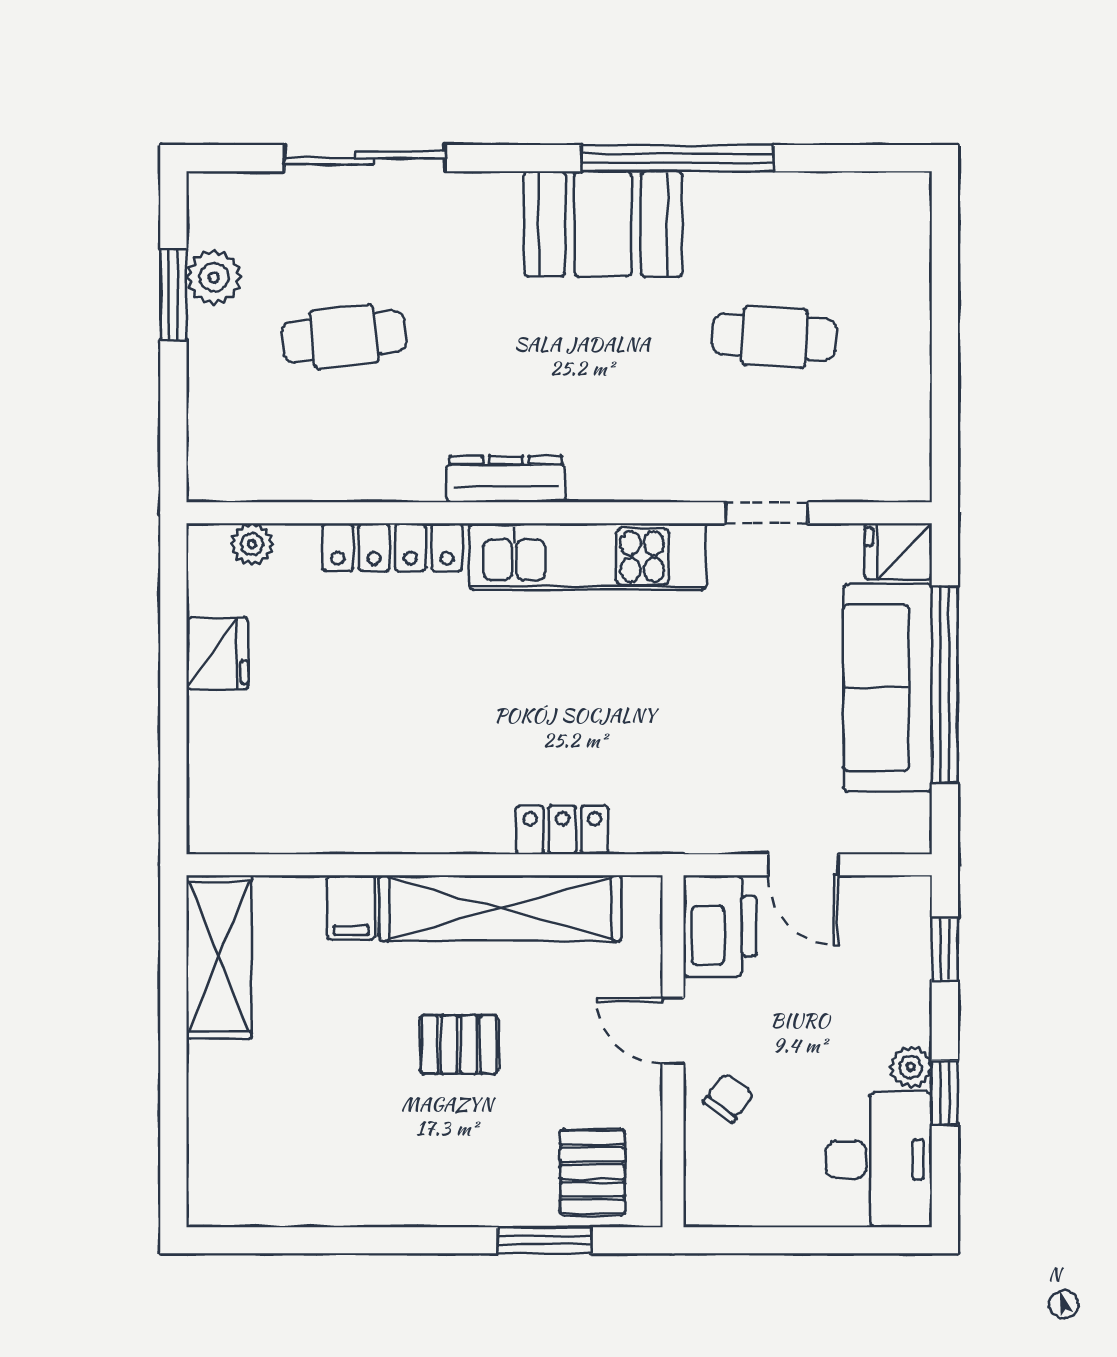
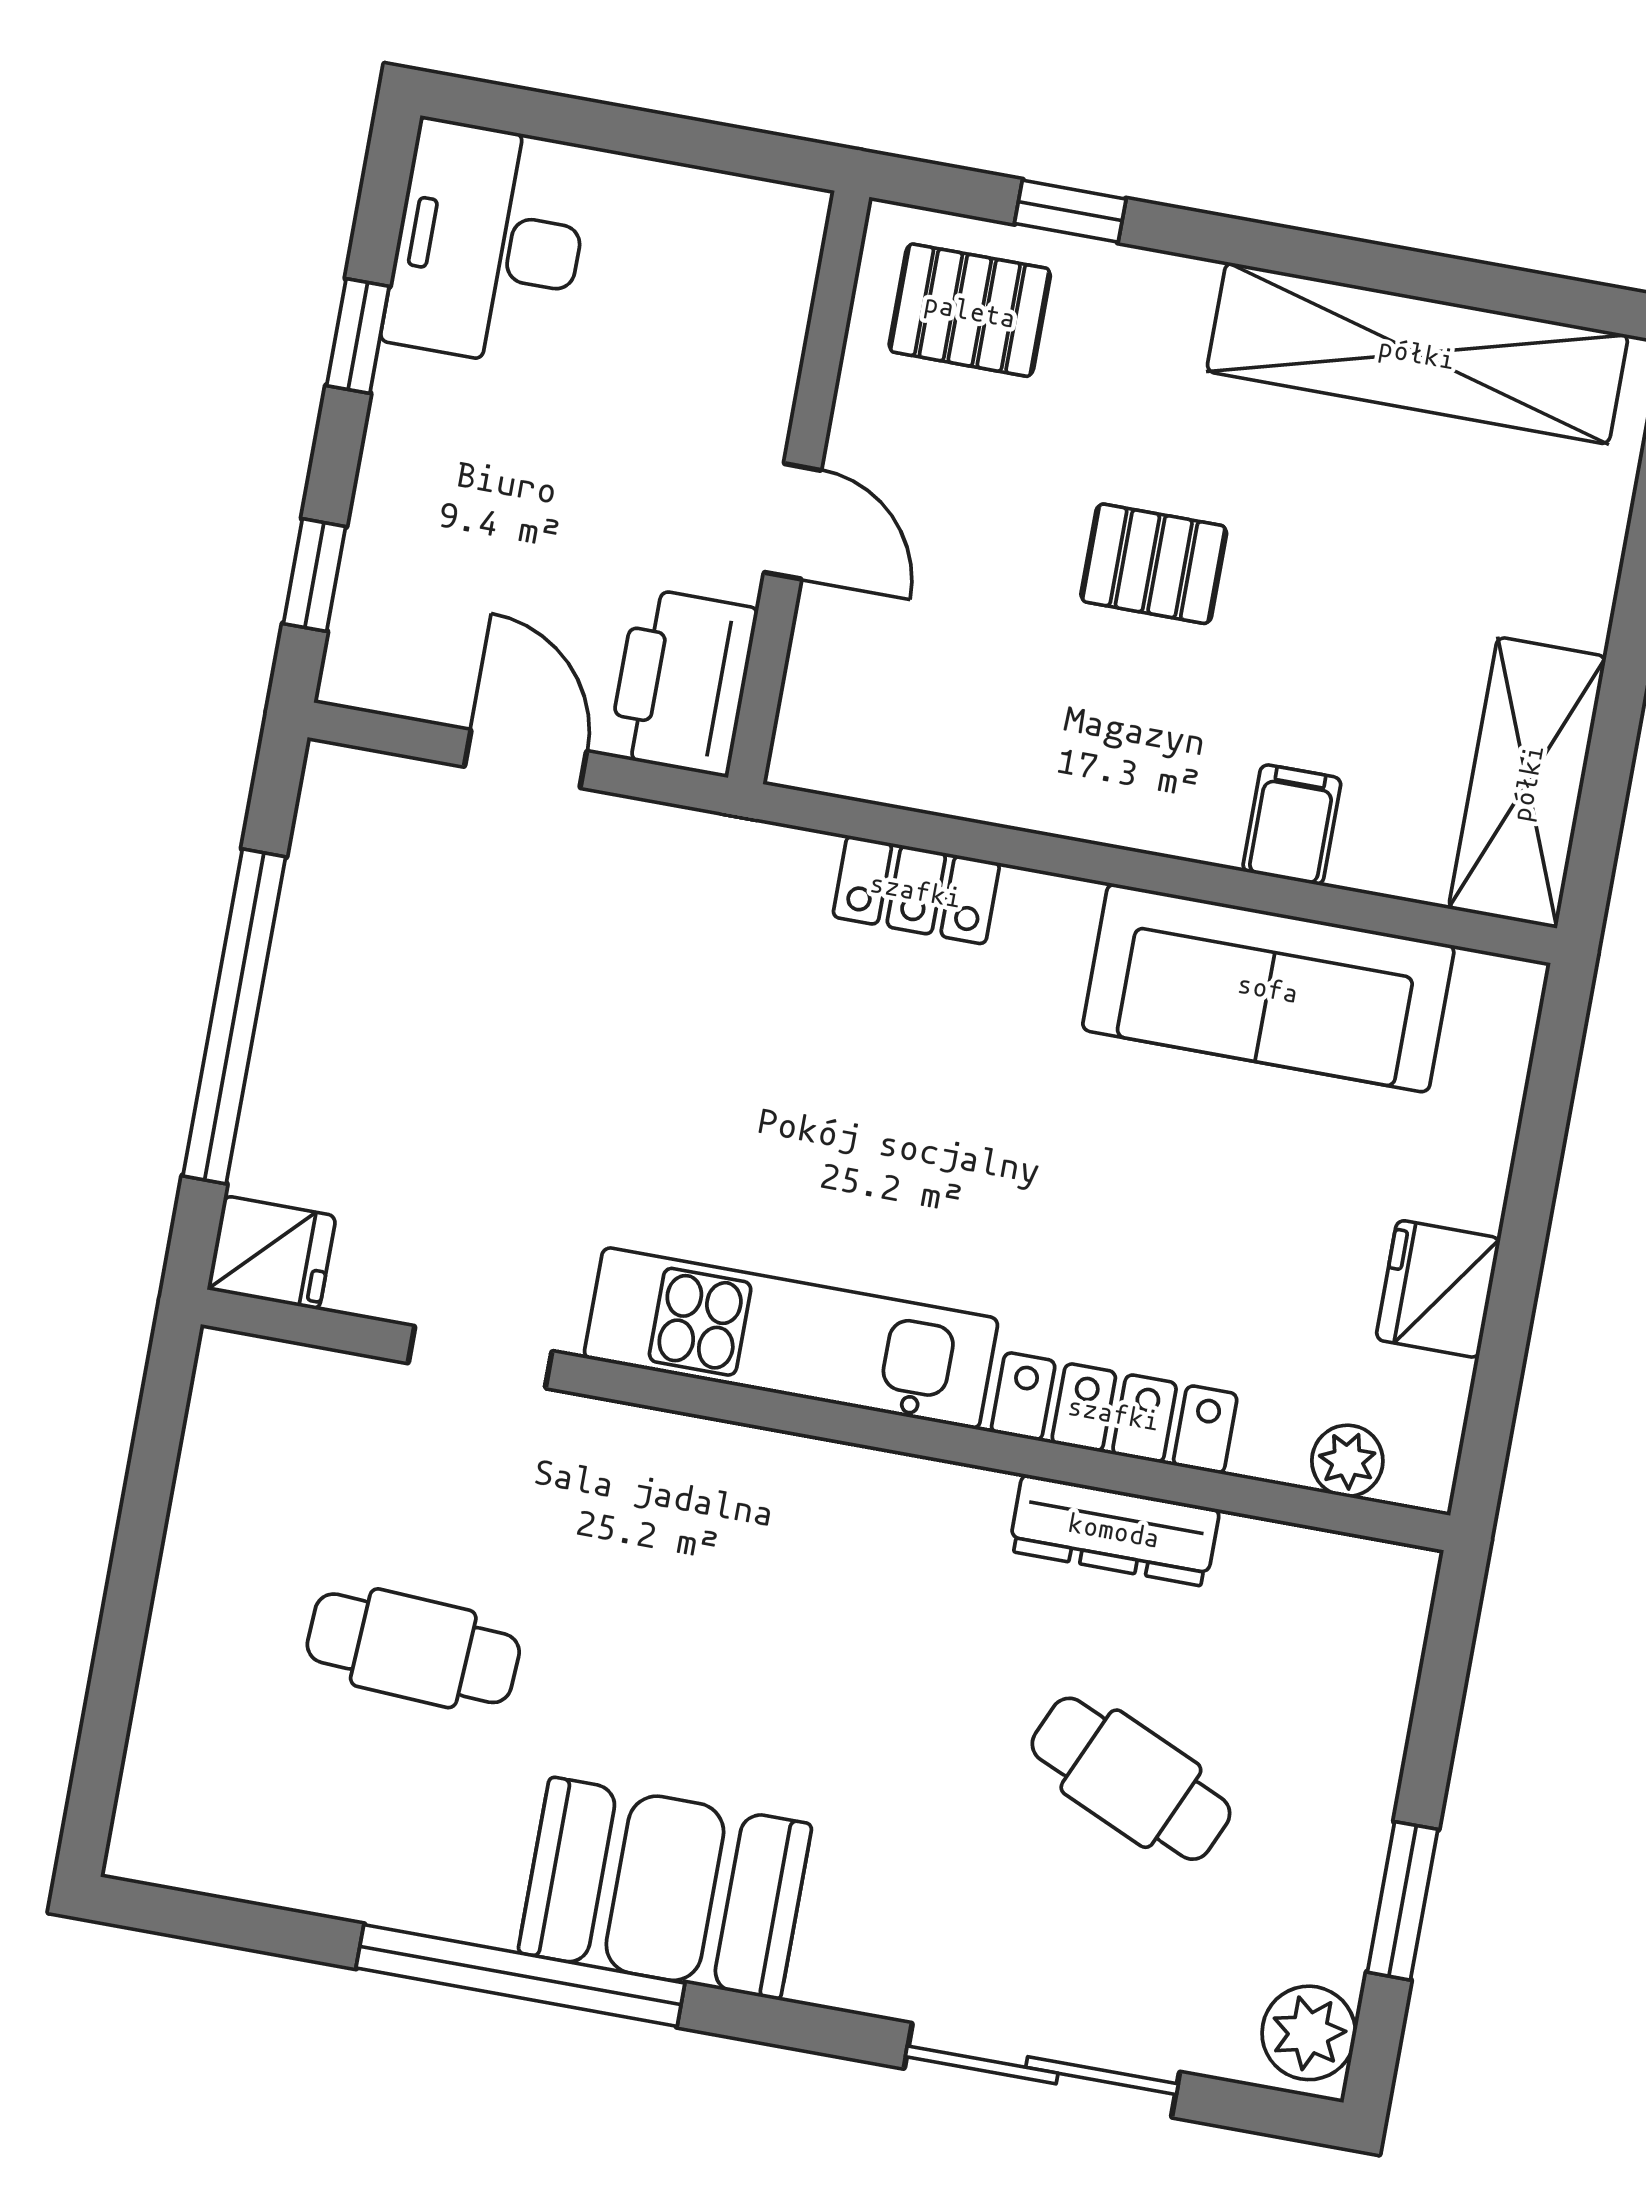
plant: (214, 277) -> (1309, 2033), moved
cafe table: (344, 337) -> (1131, 1779), turned 30
dresser: (506, 479) -> (1114, 1530), moved
sofa: (888, 688) -> (1268, 988), moved, turned 90
shelving: (500, 908) -> (1417, 353), moved
plant: (911, 1067) -> (407, 389), removed
chair: (728, 1098) -> (720, 393), removed
pallet: (592, 1172) -> (970, 310), turned 90
window: (545, 1240) -> (1070, 211), width x0.67

